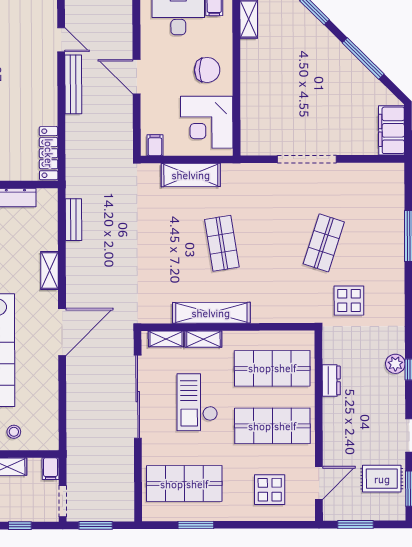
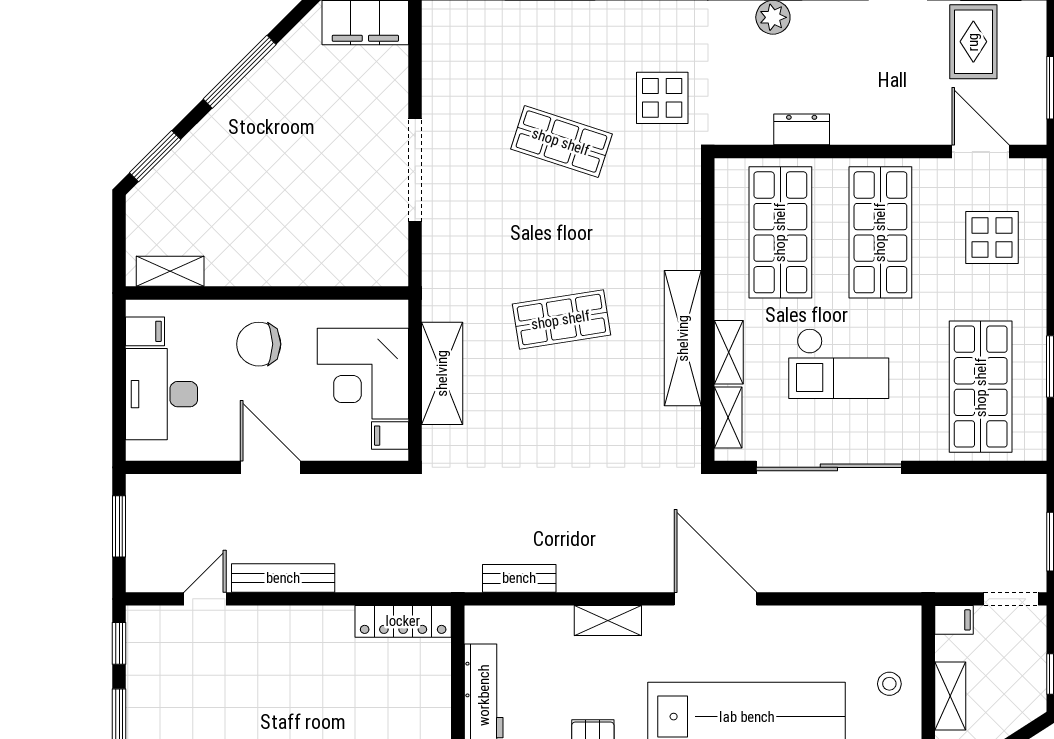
chair: (207, 70) -> (259, 344), turned -90
door: (137, 77) -> (270, 467), swing flipped
corner desk: (207, 122) -> (363, 374), moved, turned 90

